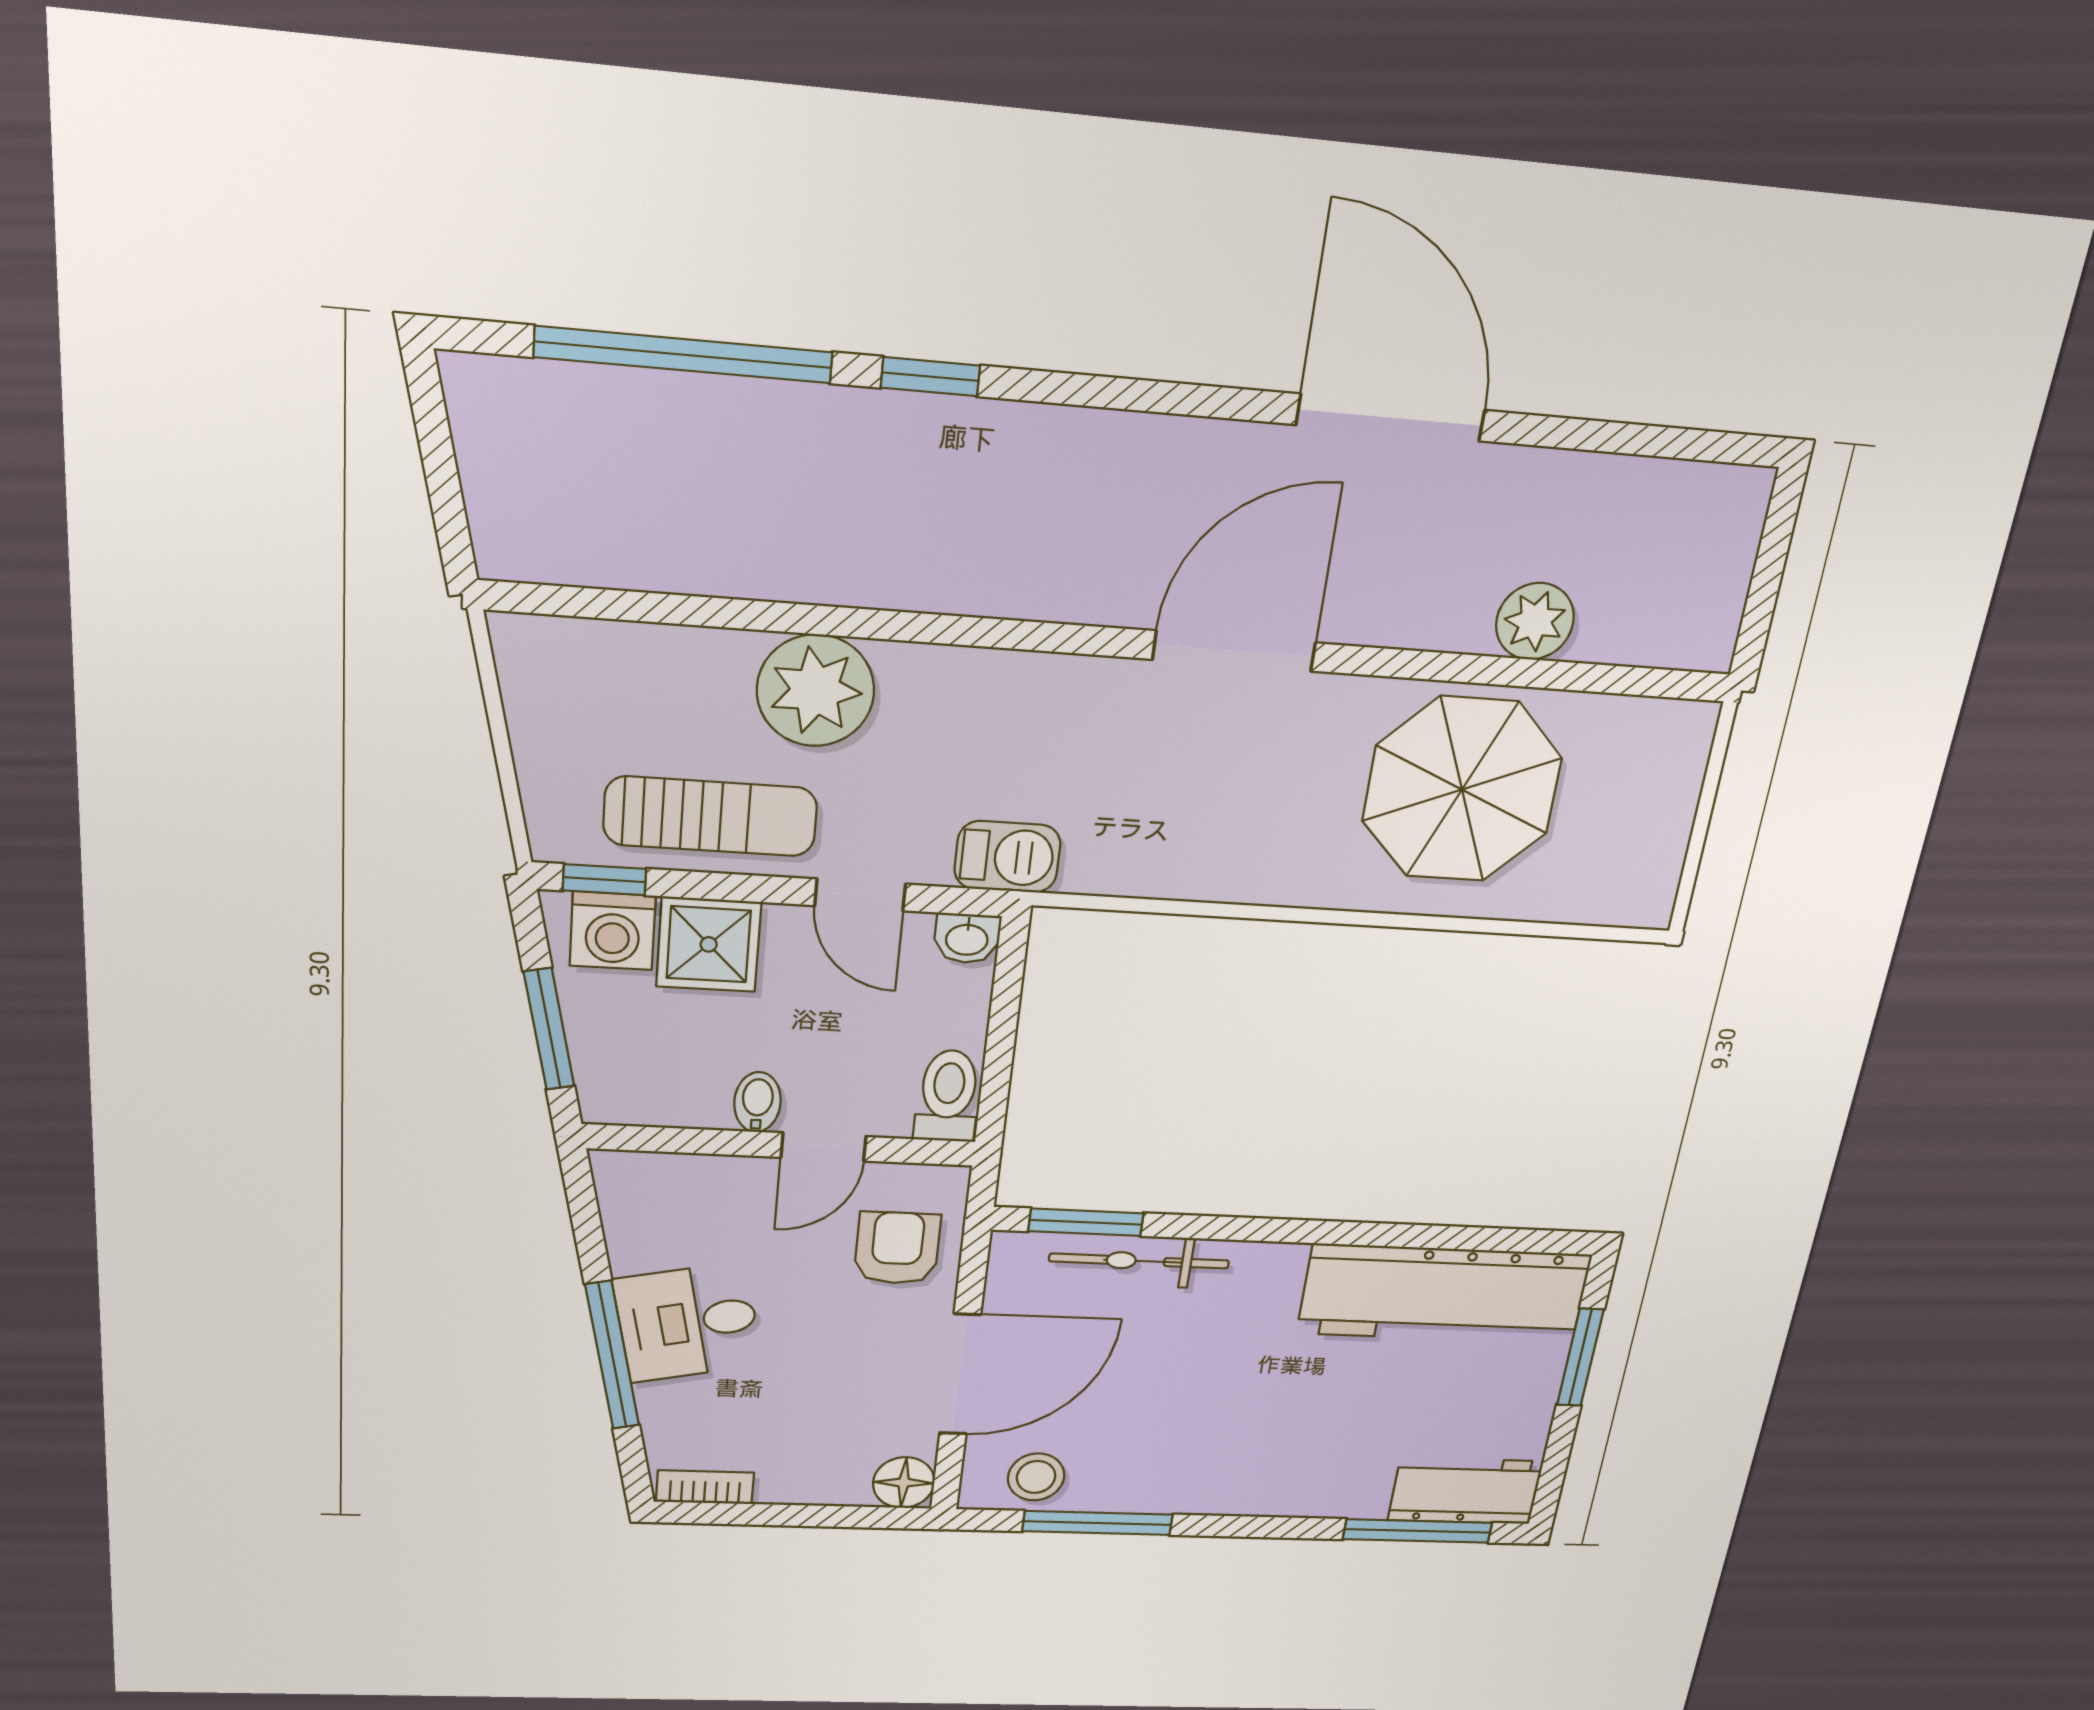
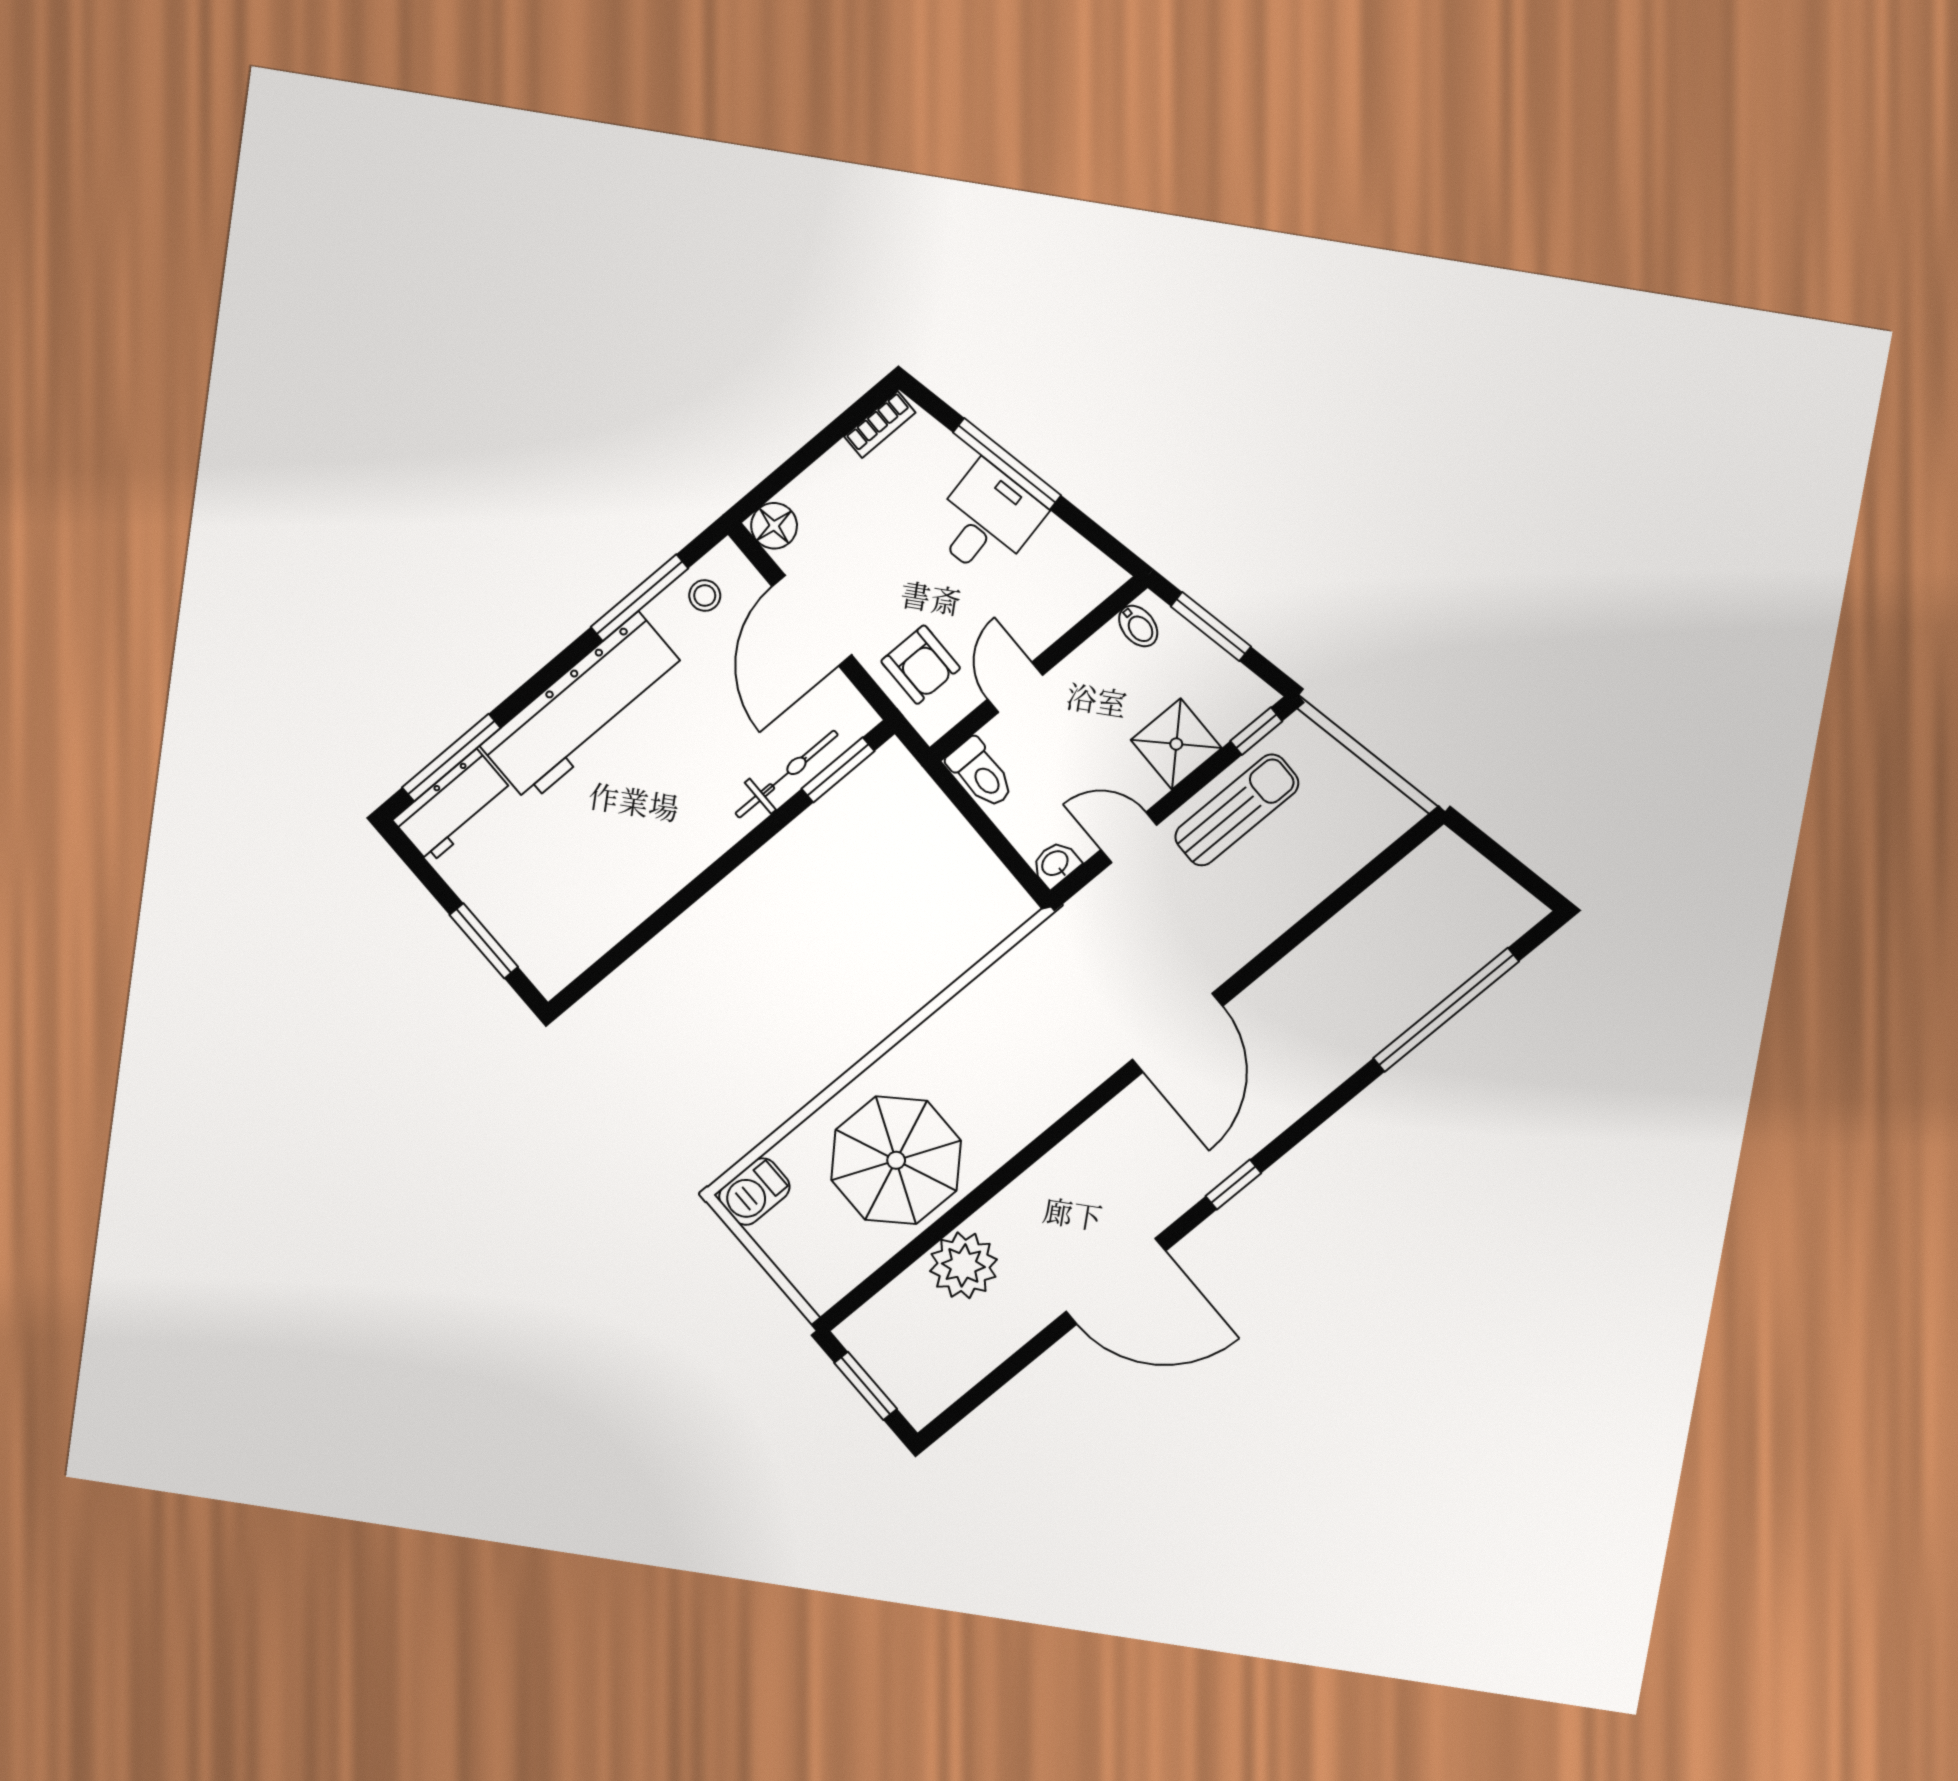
window: (930, 377) -> (1233, 1185), moved
window: (1767, 577) -> (866, 1386), added
plant: (1535, 621) -> (963, 1265), width x1.36, depth x1.36
door: (1234, 651) -> (1178, 1033), moved
plant: (816, 690) -> (1247, 917), removed
sun lounger: (710, 816) -> (1237, 810), turned 180
barbecue: (1007, 857) -> (754, 1192), moved
washing machine: (613, 931) -> (1228, 708), removed
bidet: (757, 1102) -> (1138, 626), moved
workbench: (1444, 1294) -> (584, 708), moved, turned 180
stool: (1036, 1477) -> (705, 596), width x0.73, depth x0.73

